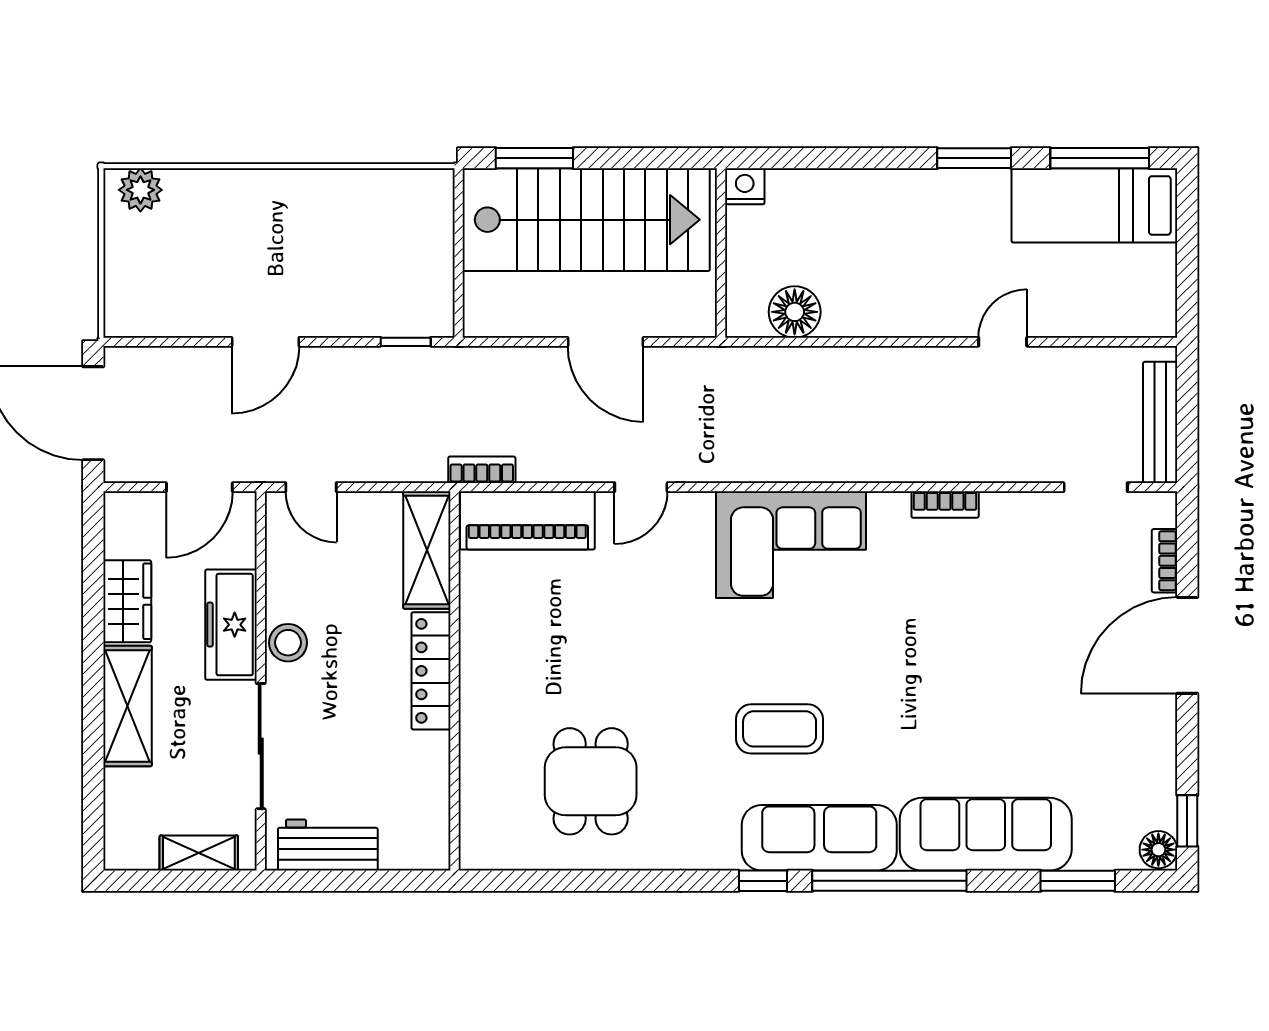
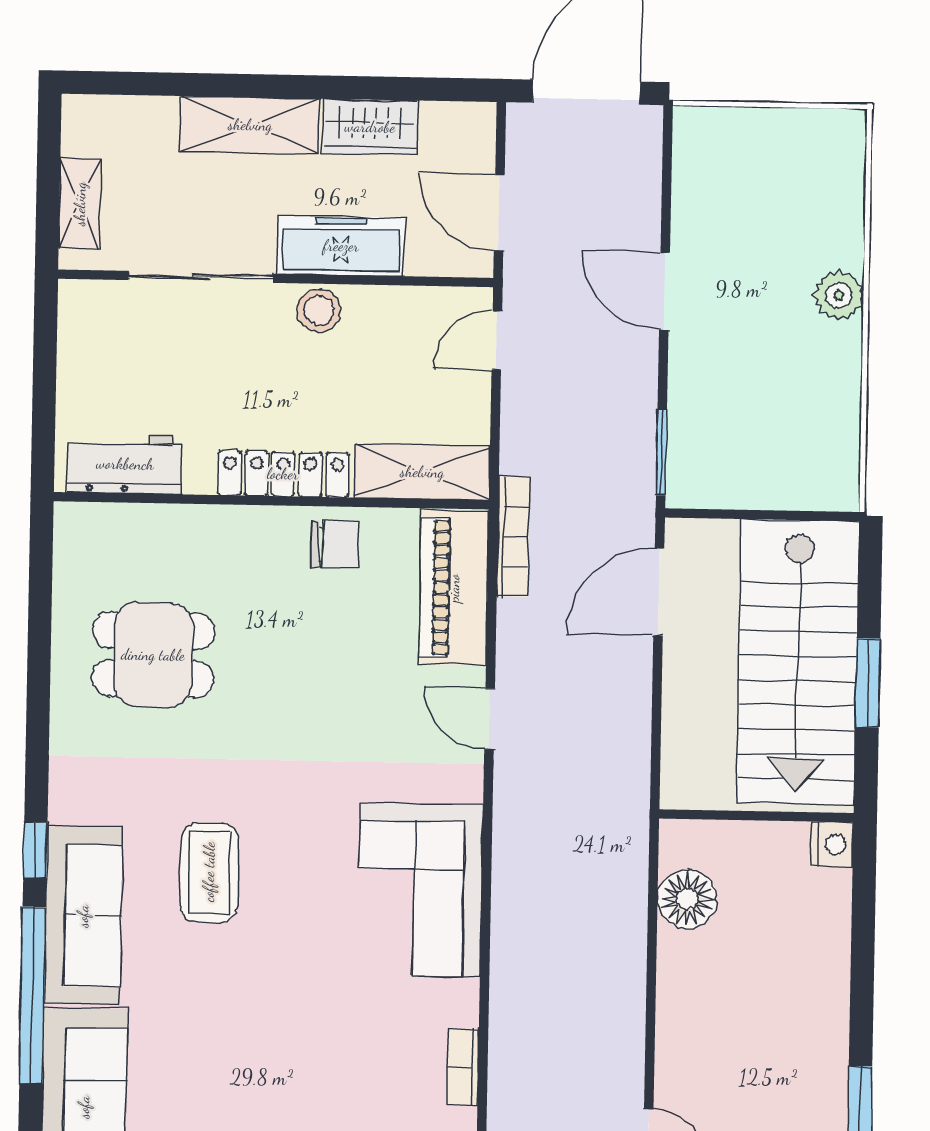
window: (534, 158) -> (868, 683), moved
plant: (140, 190) -> (839, 295), moved
window: (406, 342) -> (661, 452), width x1.50
door: (606, 342) -> (659, 592), moved
bookcase: (482, 470) -> (513, 537), width x1.56
chair: (492, 625) -> (335, 545), added
workbench: (328, 845) -> (125, 464), moved, turned -90

